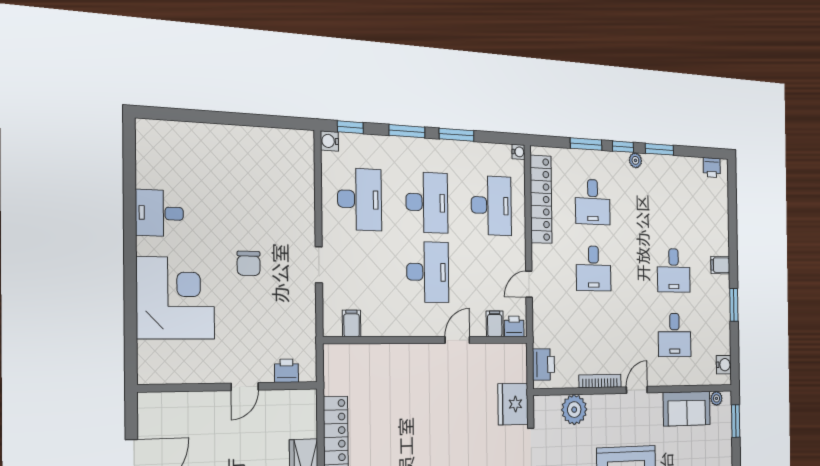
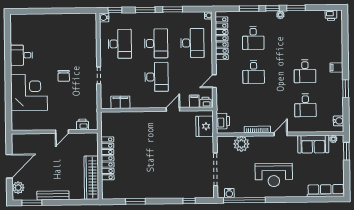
filing cabinet: (352, 323) -> (120, 102), width x2.00
fridge: (513, 404) -> (205, 126), moved

